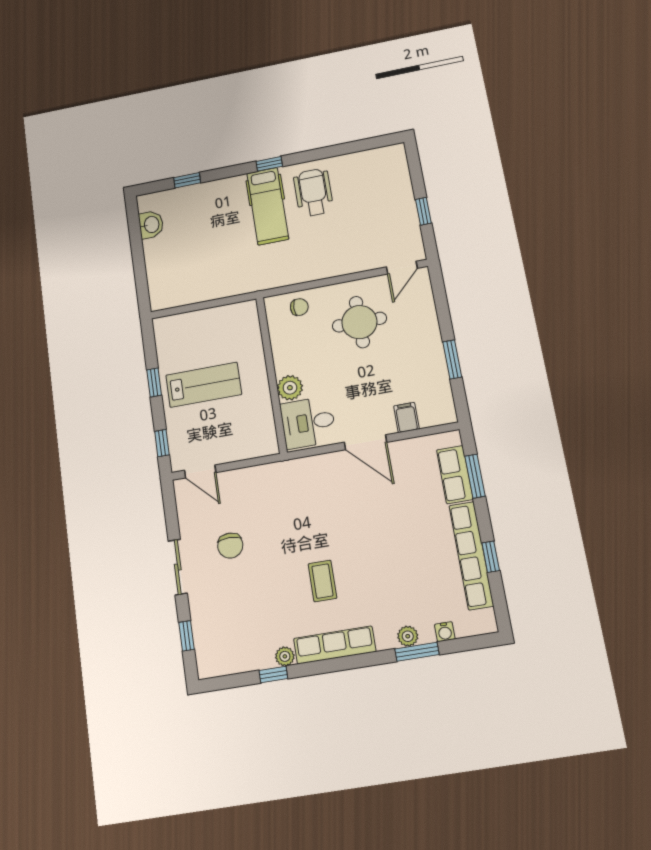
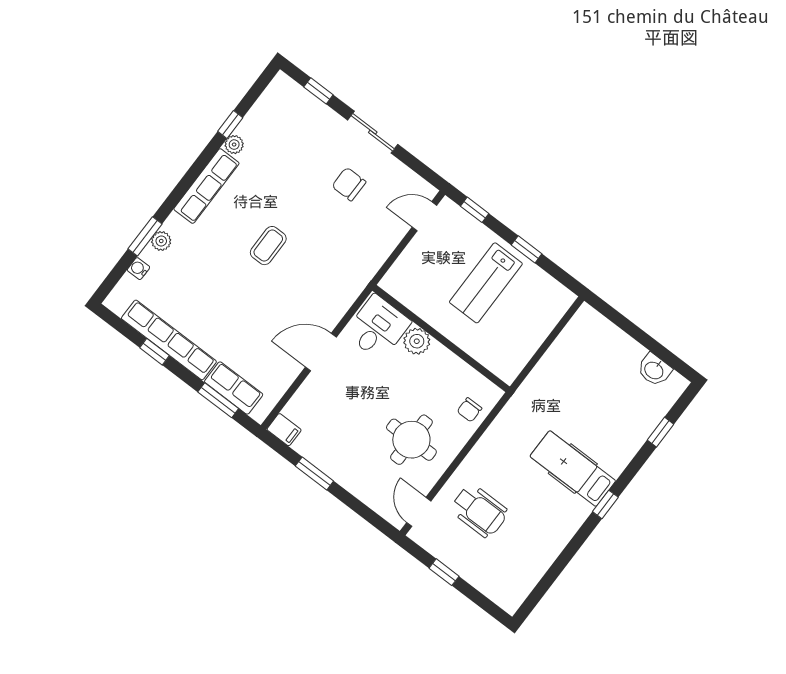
wheelchair: (313, 192) -> (479, 511), moved
filing cabinet: (406, 417) -> (284, 430), moved
coffee table: (322, 581) -> (268, 246), moved, turned 90

